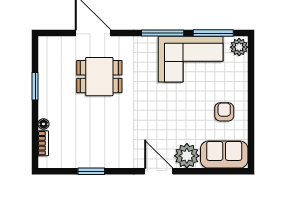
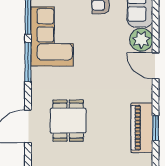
piano: (92, 156) -> (142, 128), added
door: (159, 171) -> (156, 66), hinge flipped

